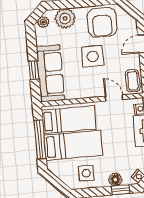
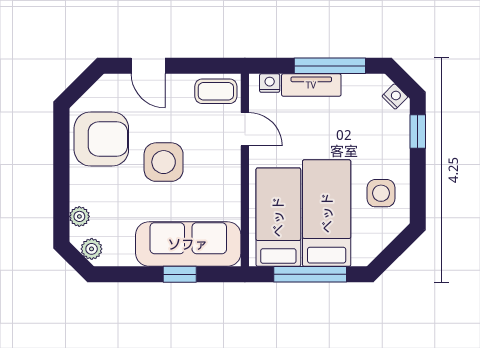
plant: (65, 18) -> (79, 216), width x0.53, depth x0.53
door: (114, 98) -> (245, 129), swing flipped
floor lamp: (115, 180) -> (398, 140), removed

